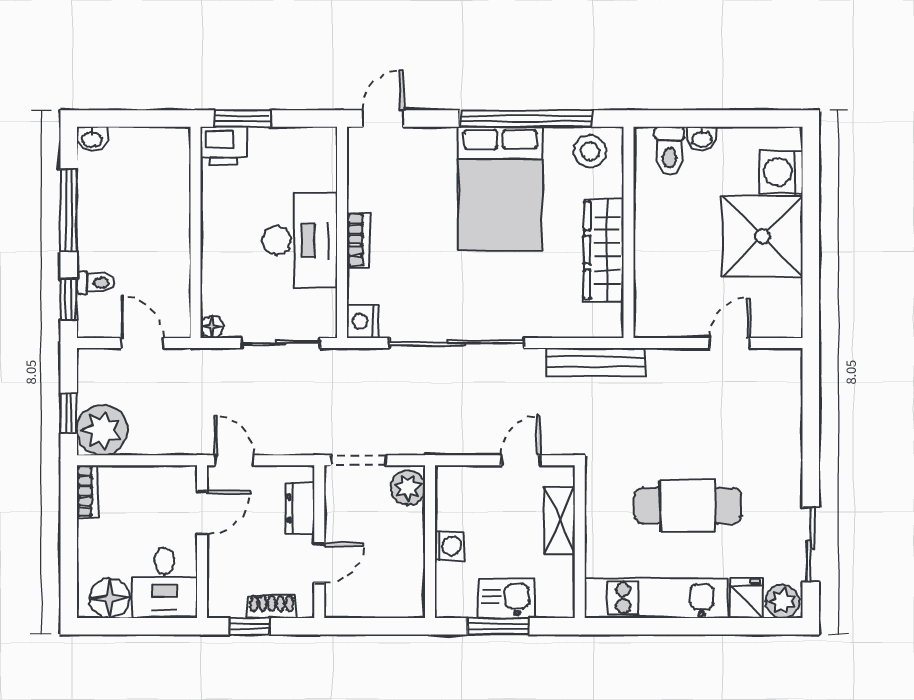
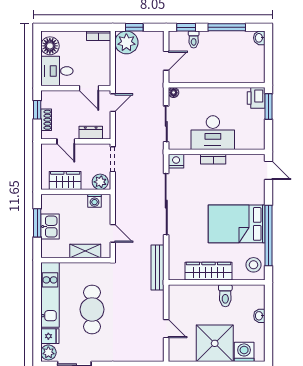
toilet: (670, 151) -> (225, 296), moved, turned -90
washing machine: (449, 546) -> (95, 201), moved
wardrobe: (405, 565) -> (65, 181), added

